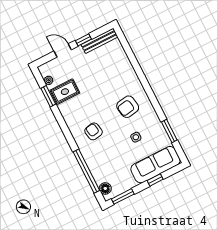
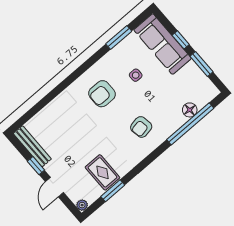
plant: (49, 80) -> (82, 205), moved
armchair: (128, 107) -> (102, 94), turned 100
floor lamp: (105, 188) -> (190, 110), moved
window: (123, 196) -> (201, 64), moved

